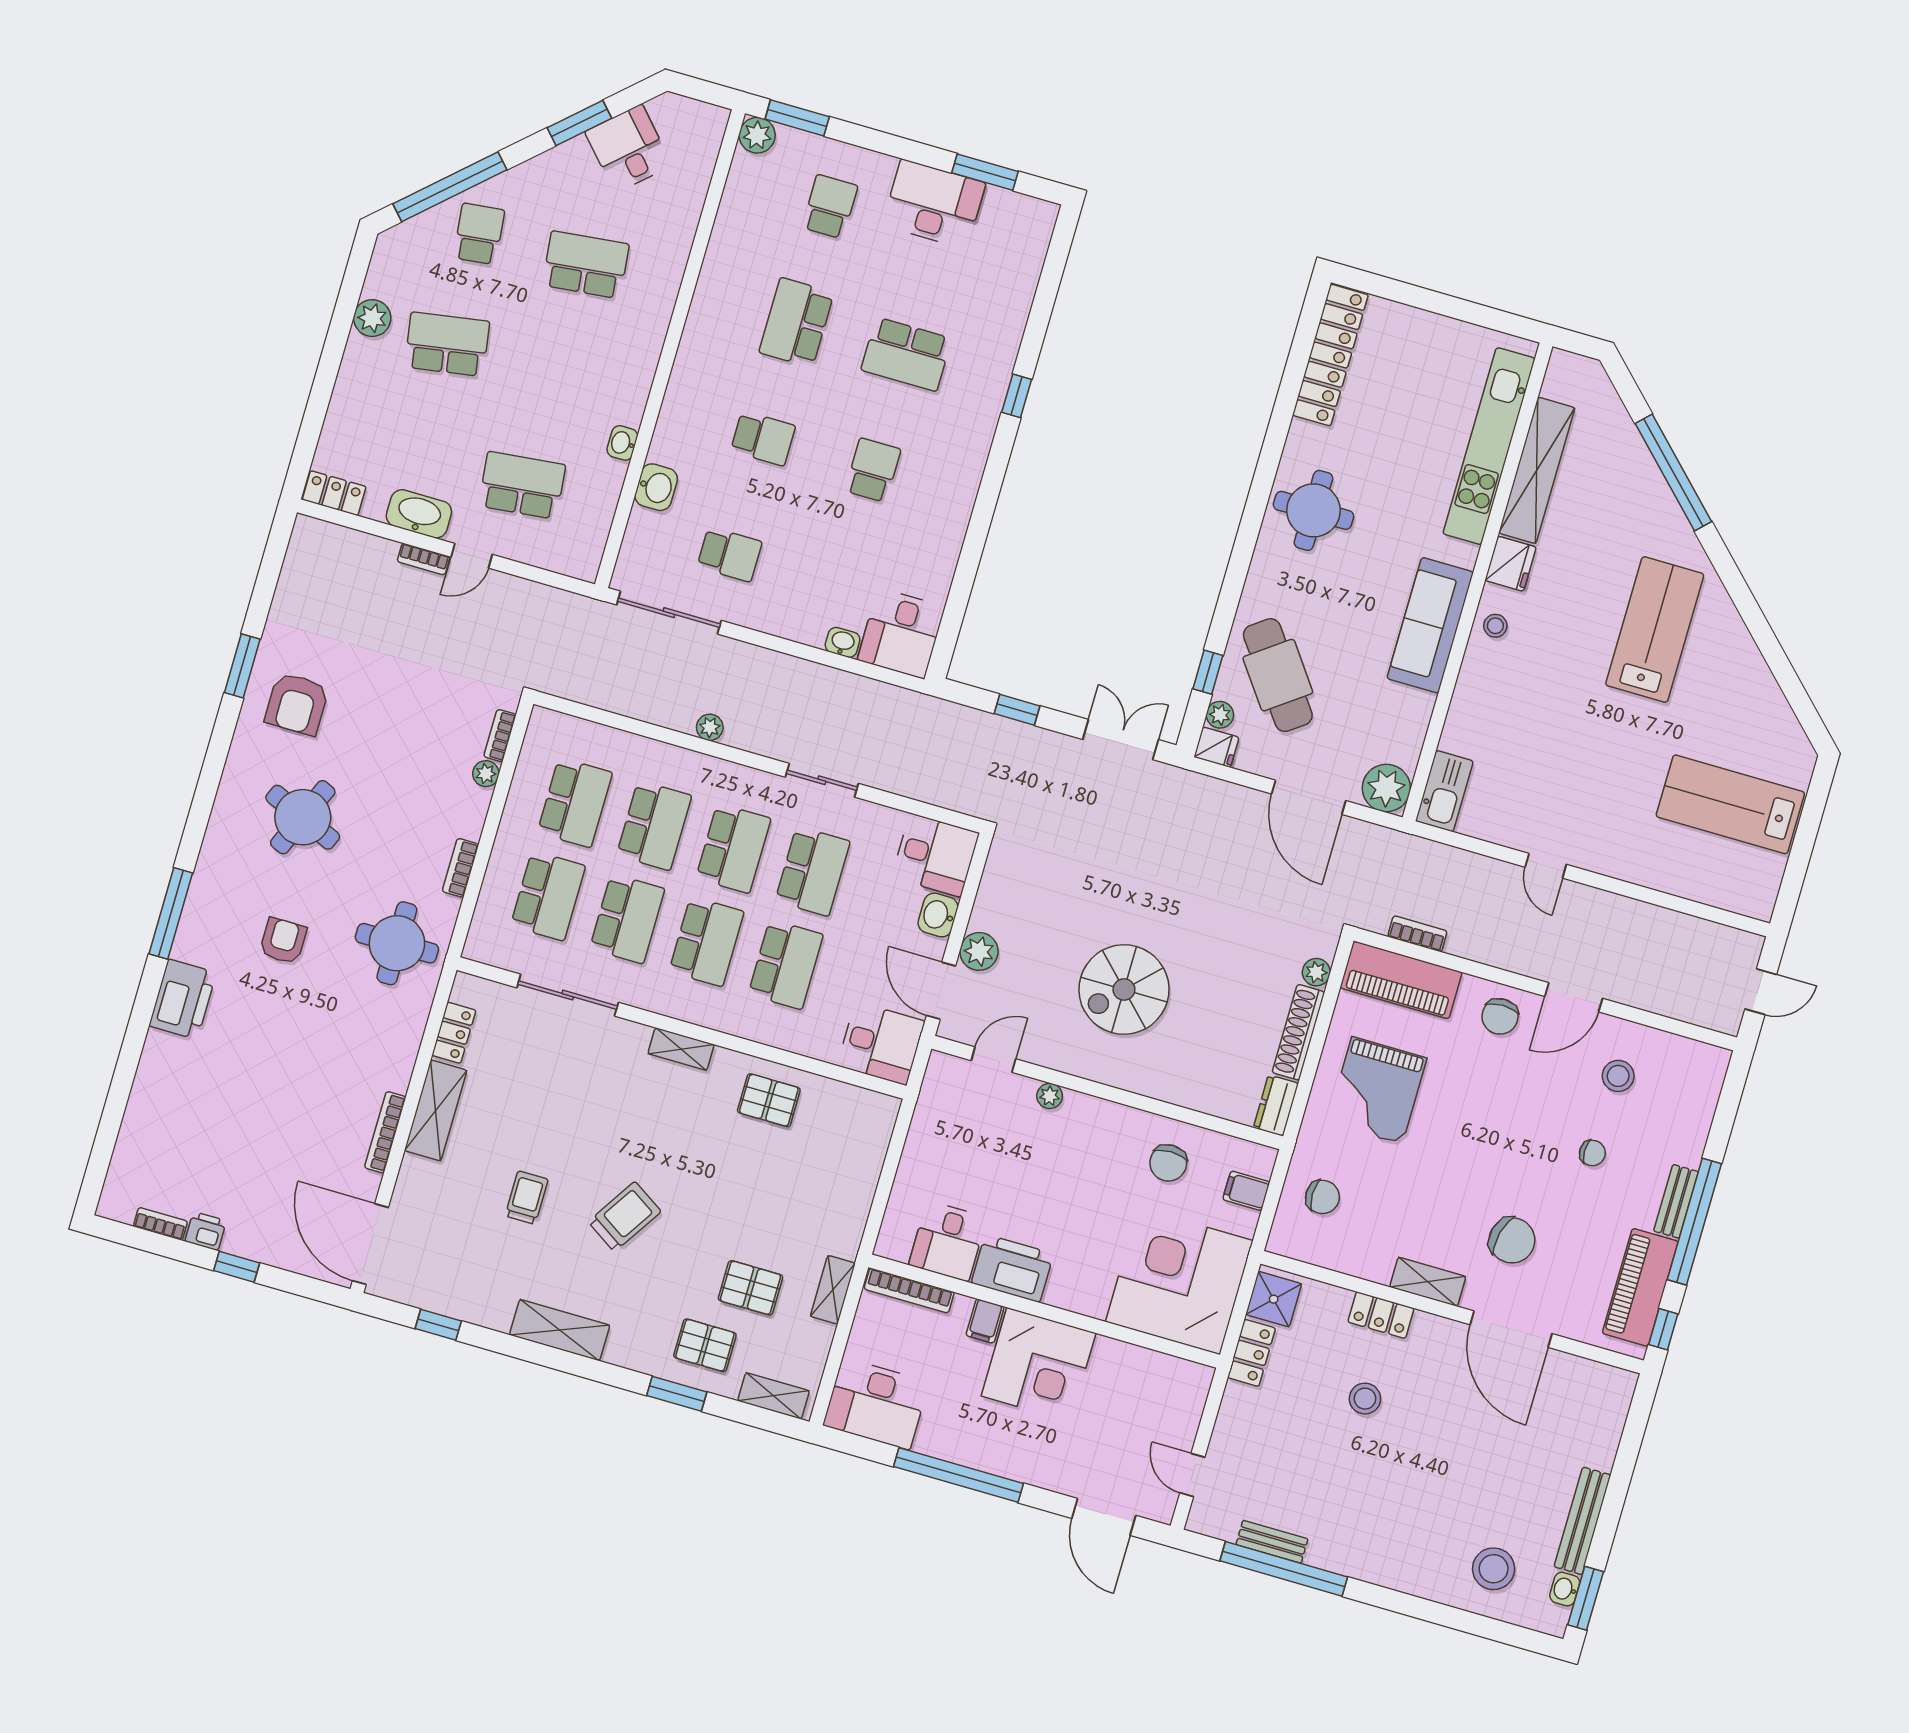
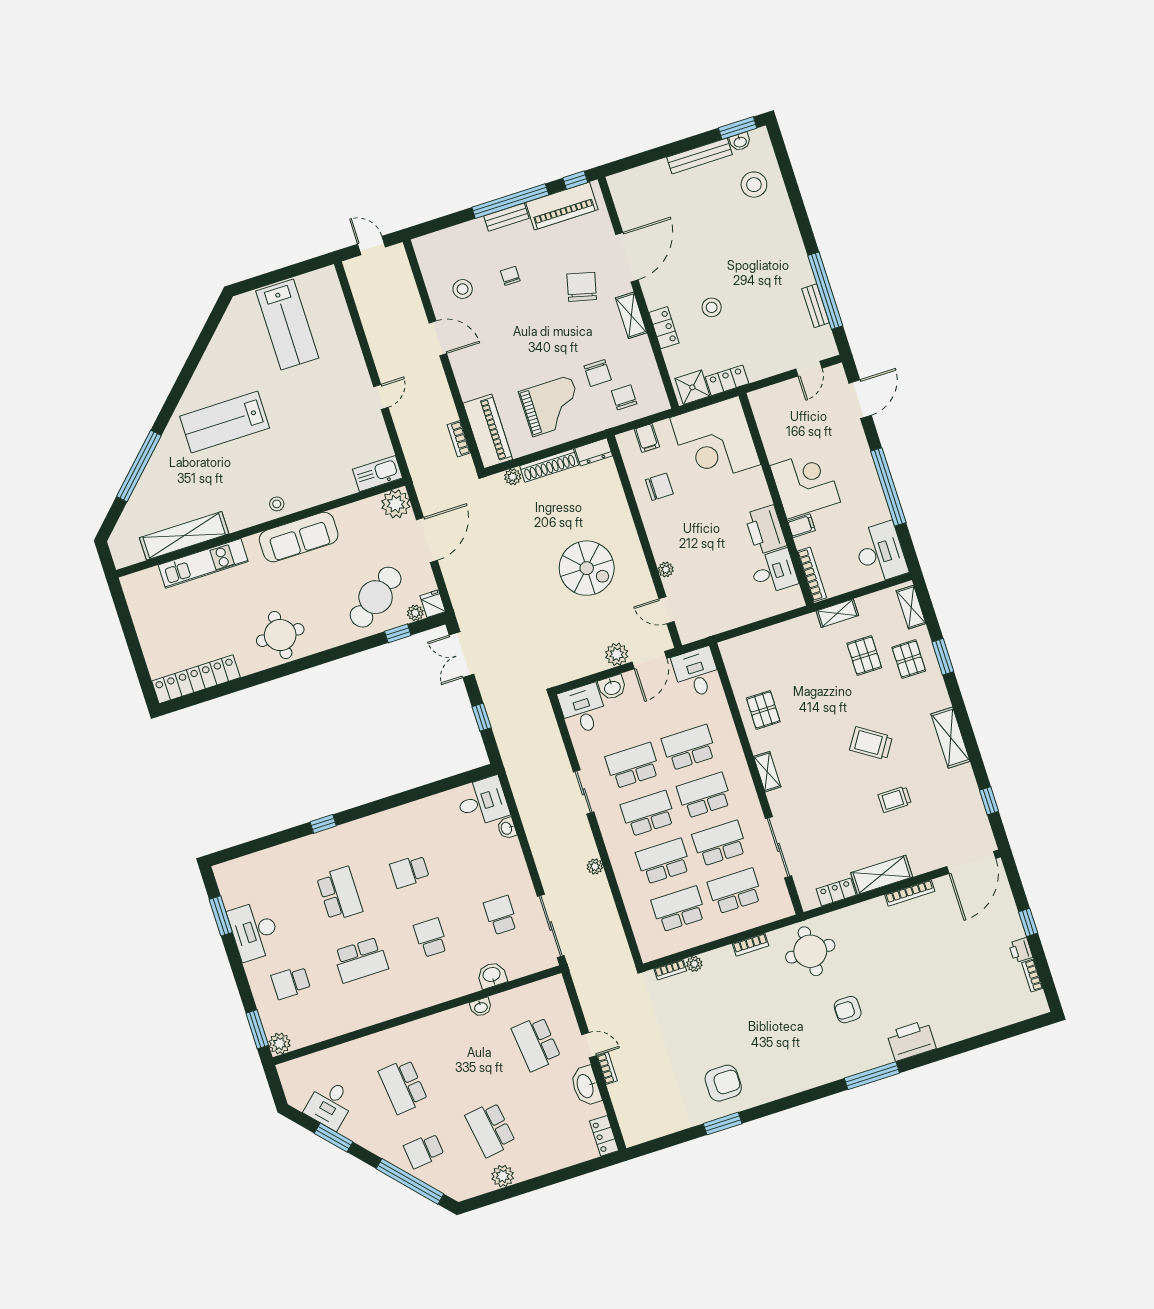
kitchen unit: (1489, 446) -> (203, 563), width x0.73
fridge: (1511, 564) -> (240, 517), removed
round table: (303, 817) -> (779, 1042), removed
chair: (1500, 1016) -> (598, 373), moved, turned 90

